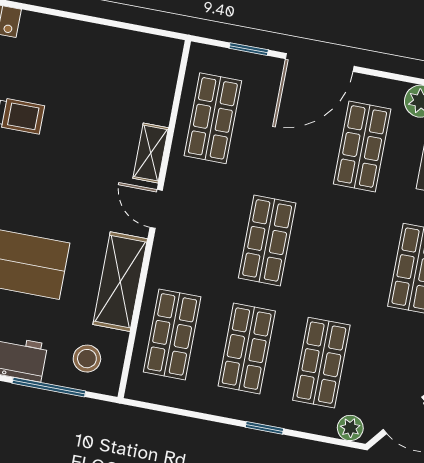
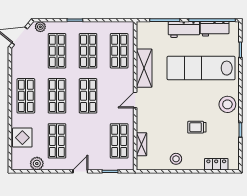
door: (320, 63) -> (80, 171), width x0.53
shelving: (151, 153) -> (142, 144), moved
door: (156, 209) -> (135, 100), swing flipped
shop shelf: (342, 255) -> (57, 96), added
stool: (87, 359) -> (176, 159), moved

